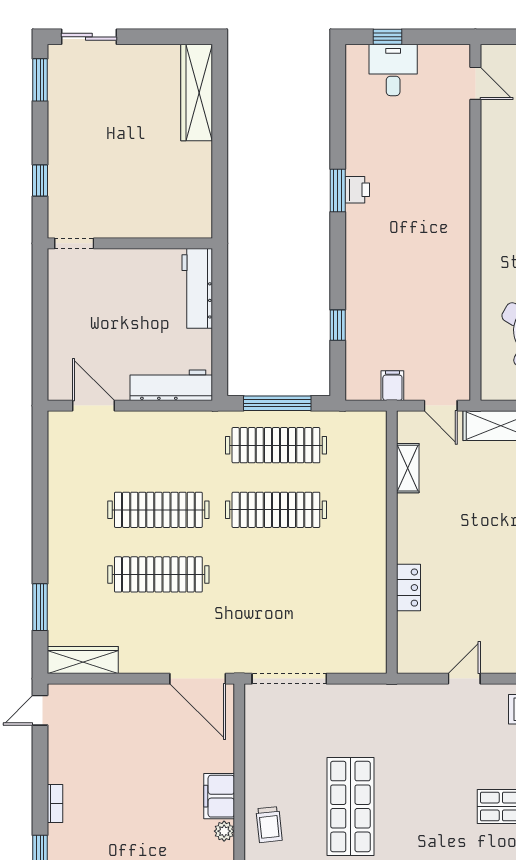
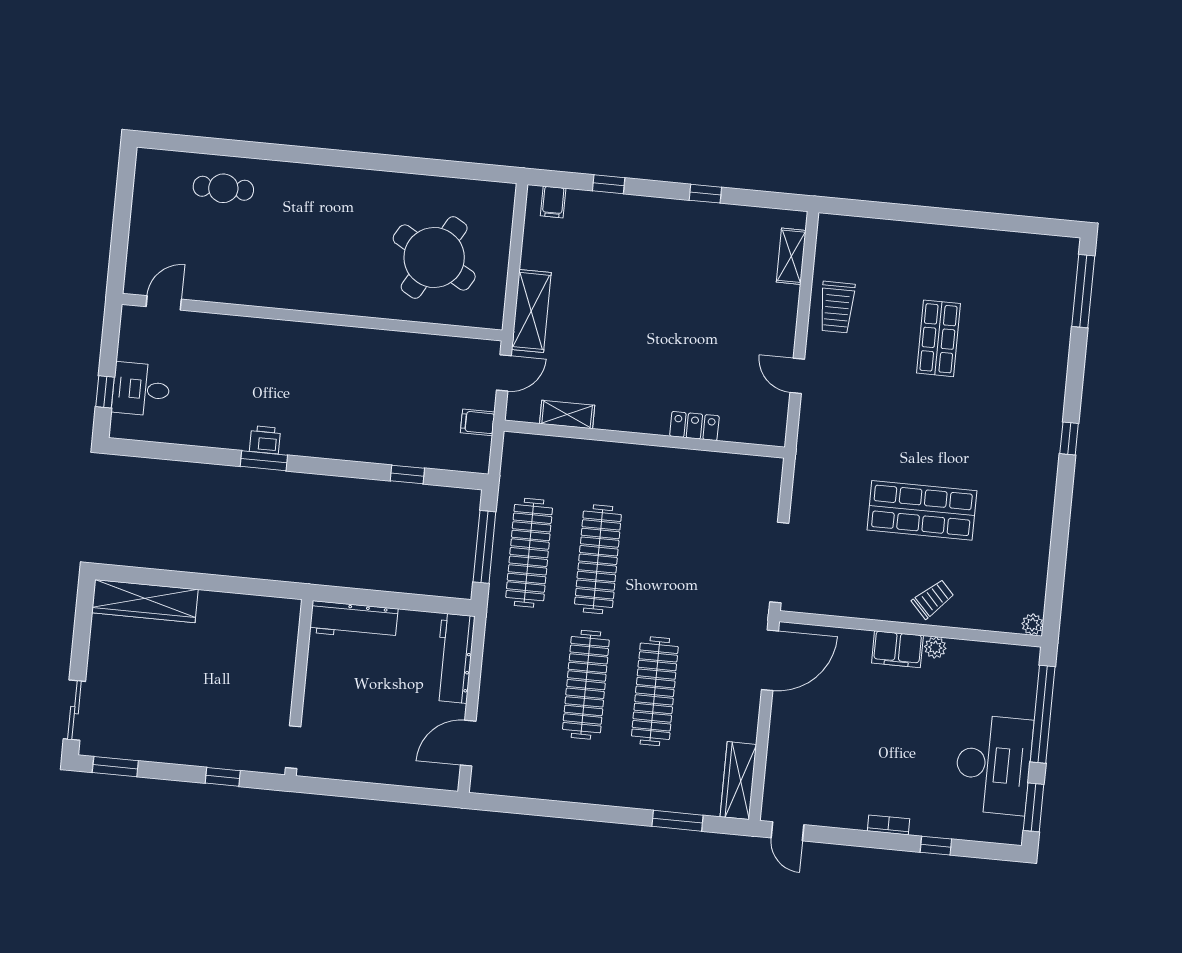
trolley: (269, 825) -> (933, 599), turned -37

